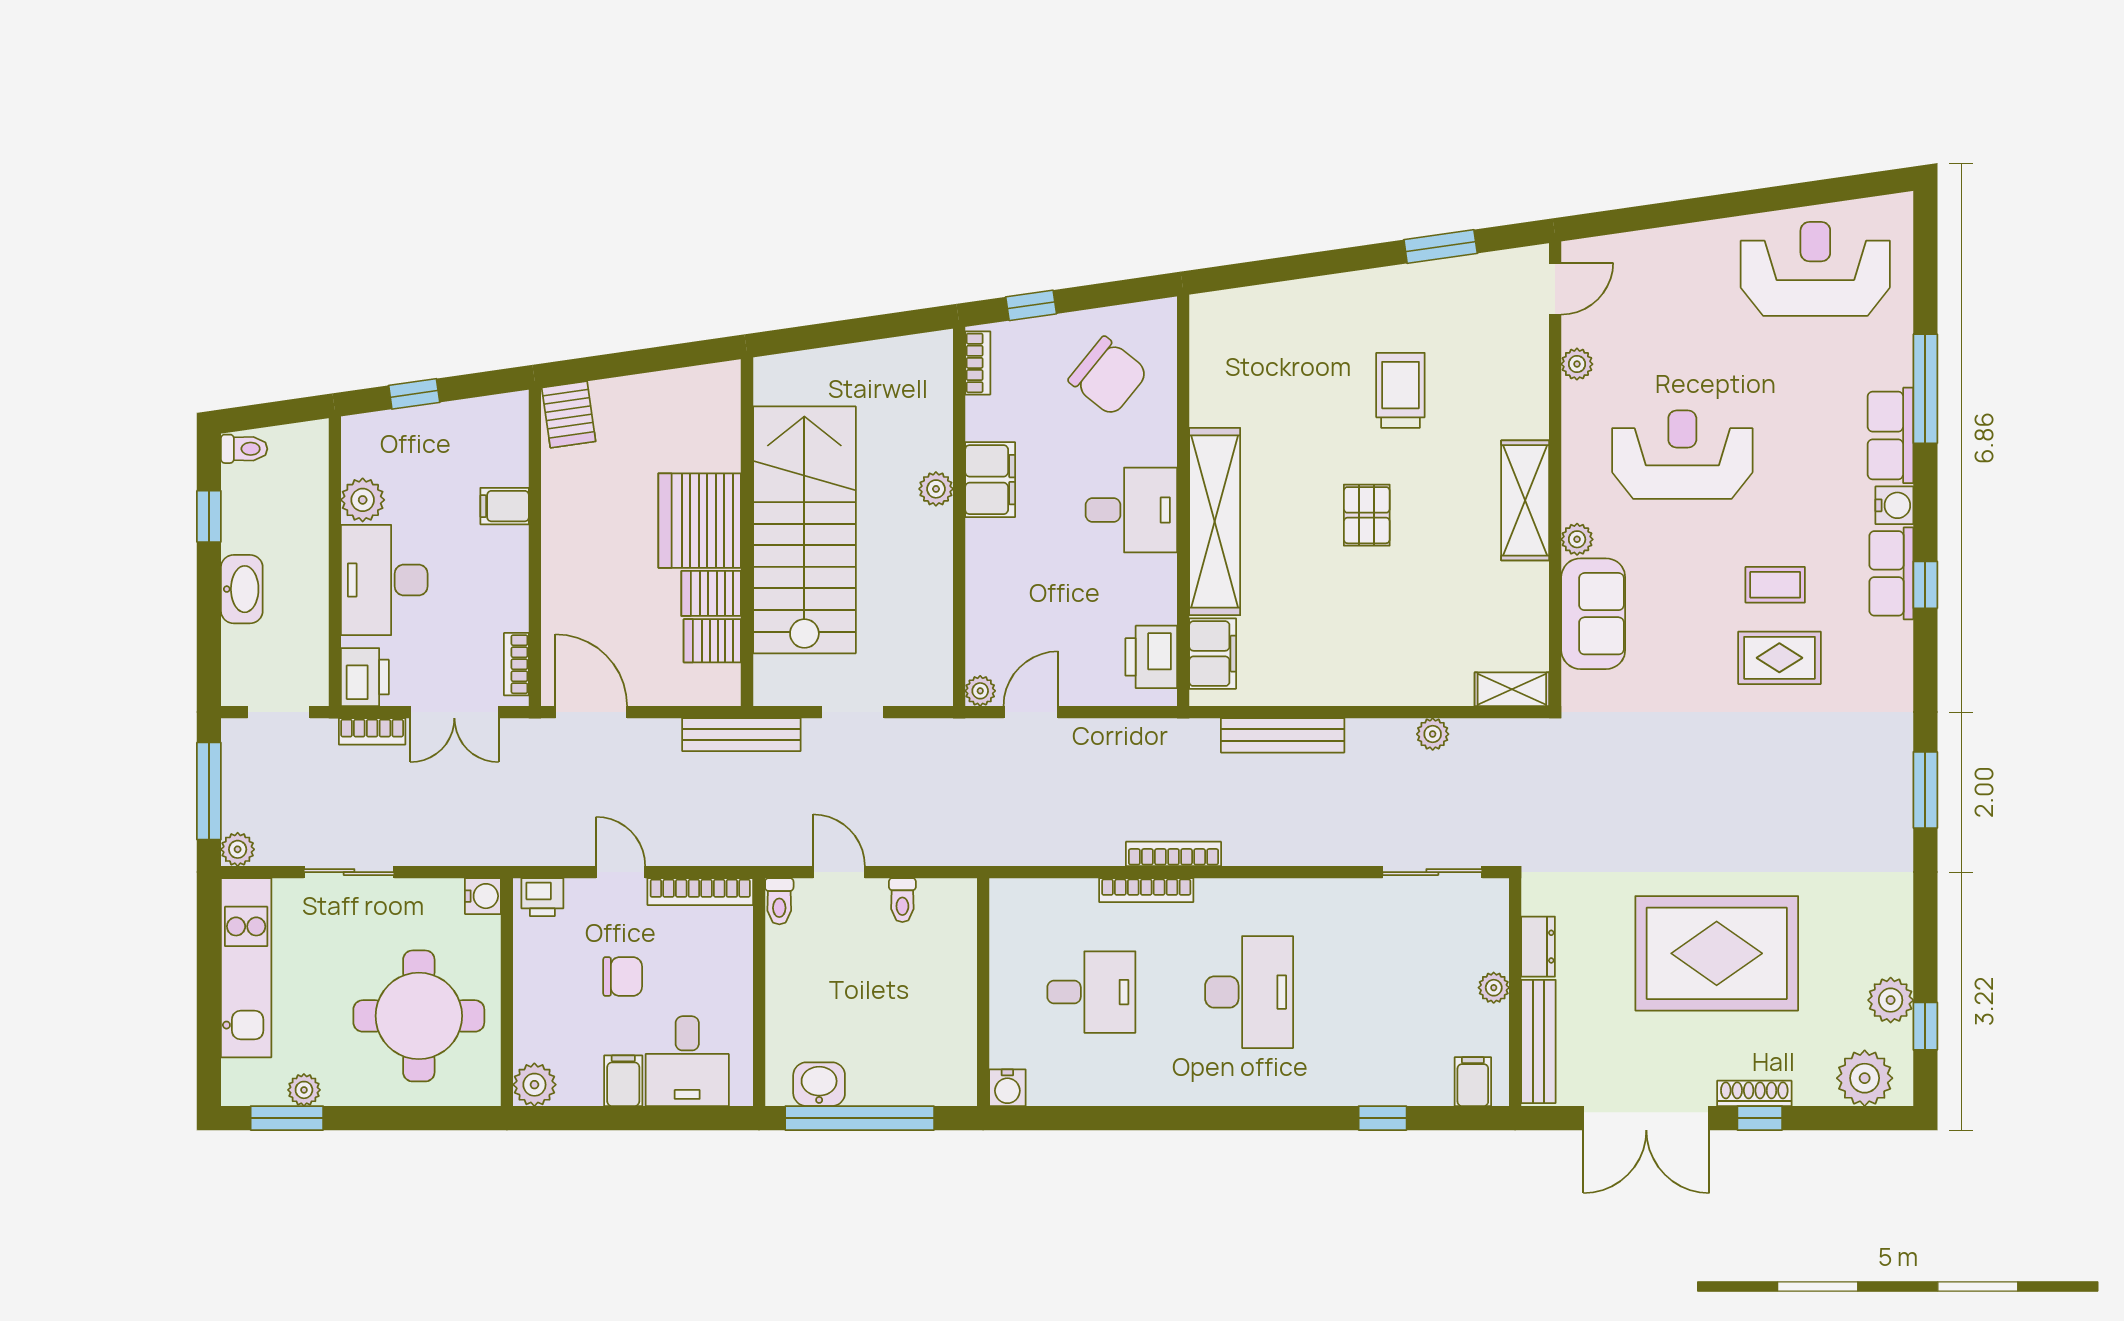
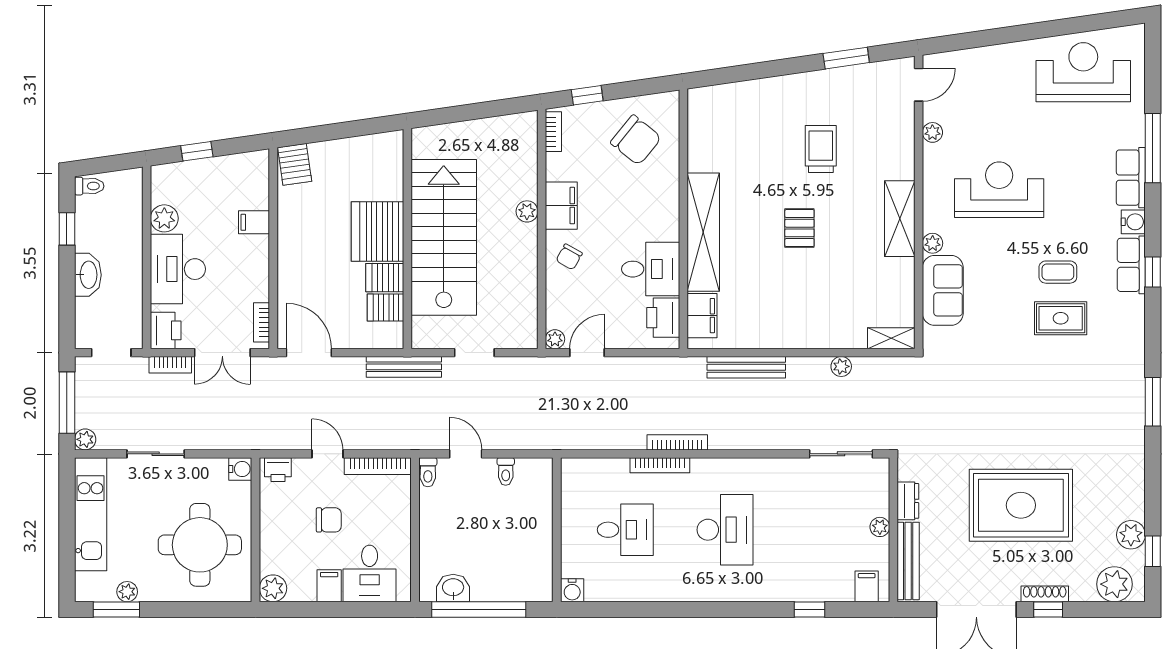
desk: (1131, 510) -> (651, 269), moved
chair: (1003, 561) -> (569, 257), added

